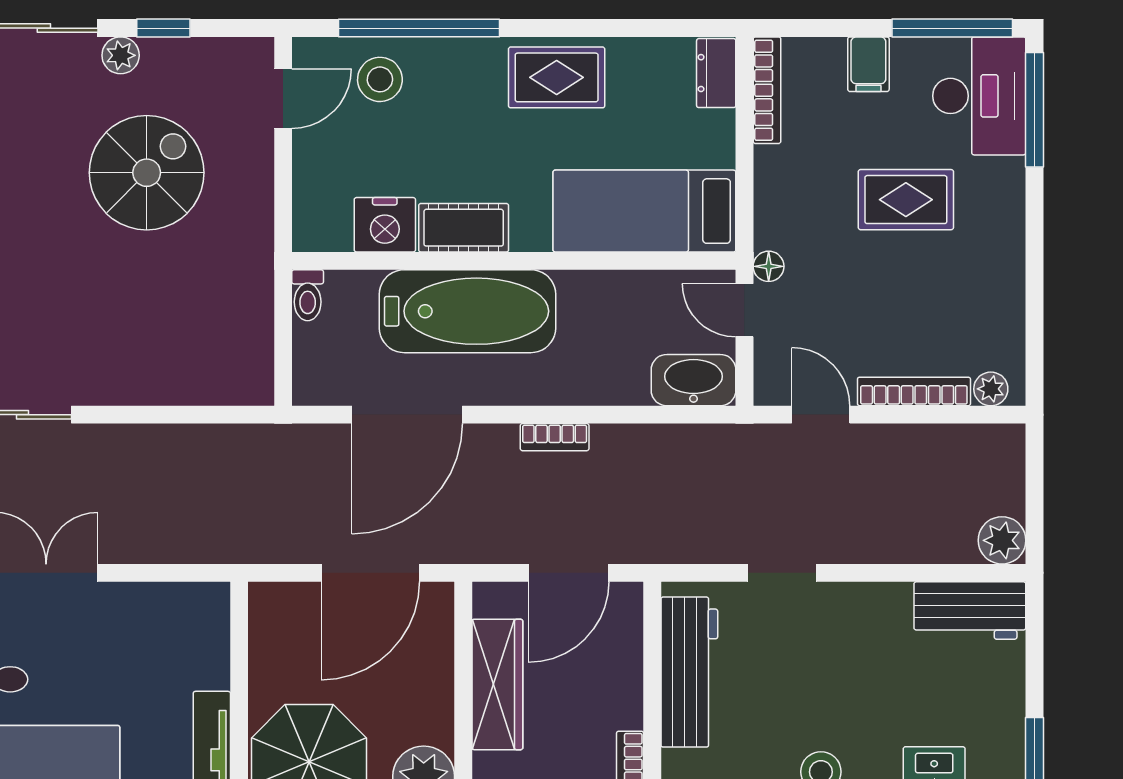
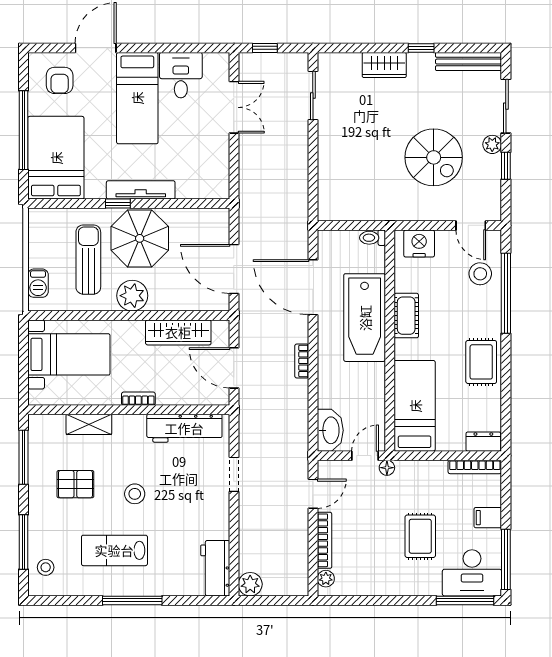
nightstand: (385, 225) -> (419, 244), moved, turned 90

